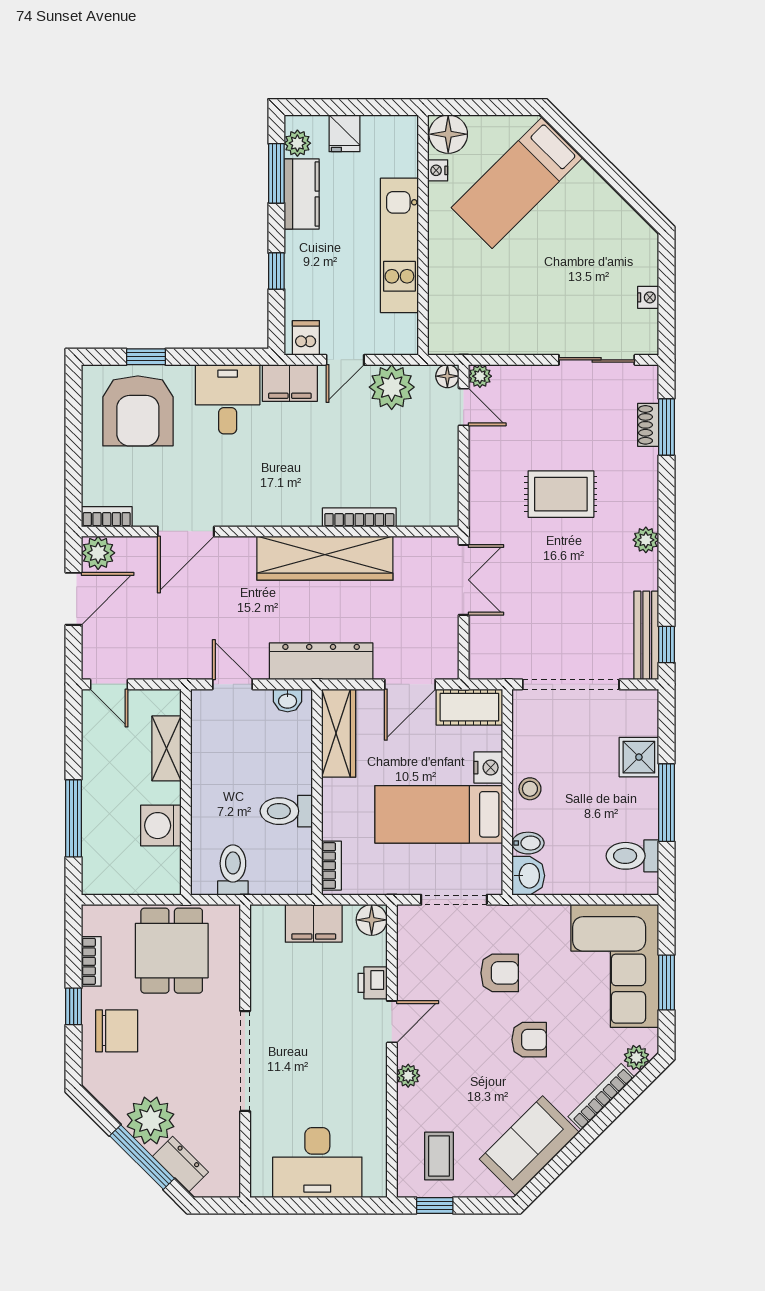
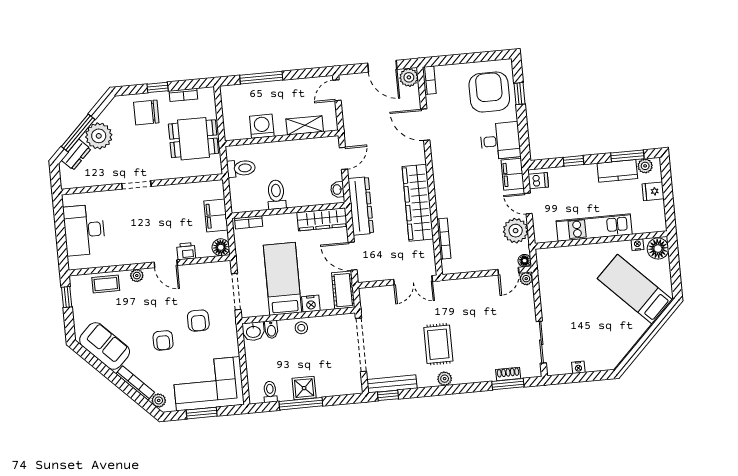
armchair: (138, 411) -> (489, 92), turned 90
rug: (561, 494) -> (438, 344), moved
bookcase: (359, 517) -> (444, 239), moved
shower: (639, 757) -> (304, 388), moved
toilet: (632, 856) -> (270, 392), width x0.73, depth x0.72
chair: (117, 1031) -> (146, 112), turned 90
doorway: (245, 1061) -> (136, 185), width x0.53
coffee table: (439, 1156) -> (106, 284), moved

